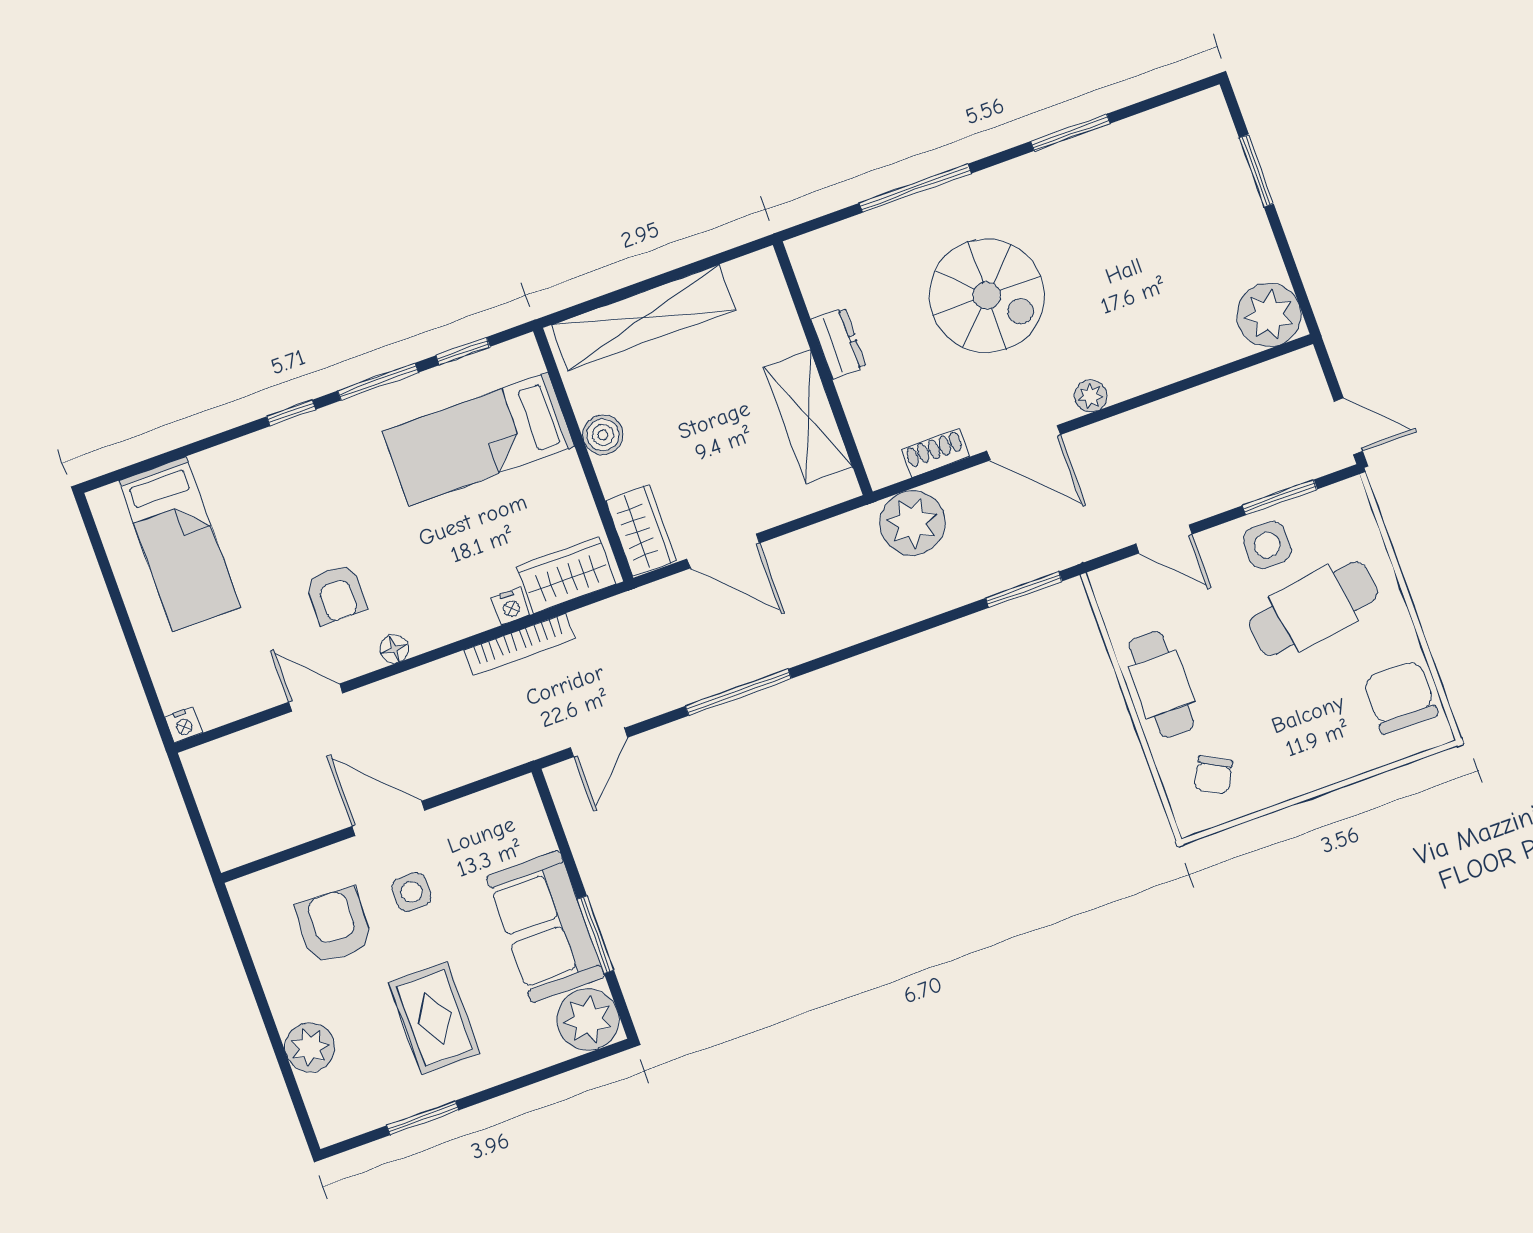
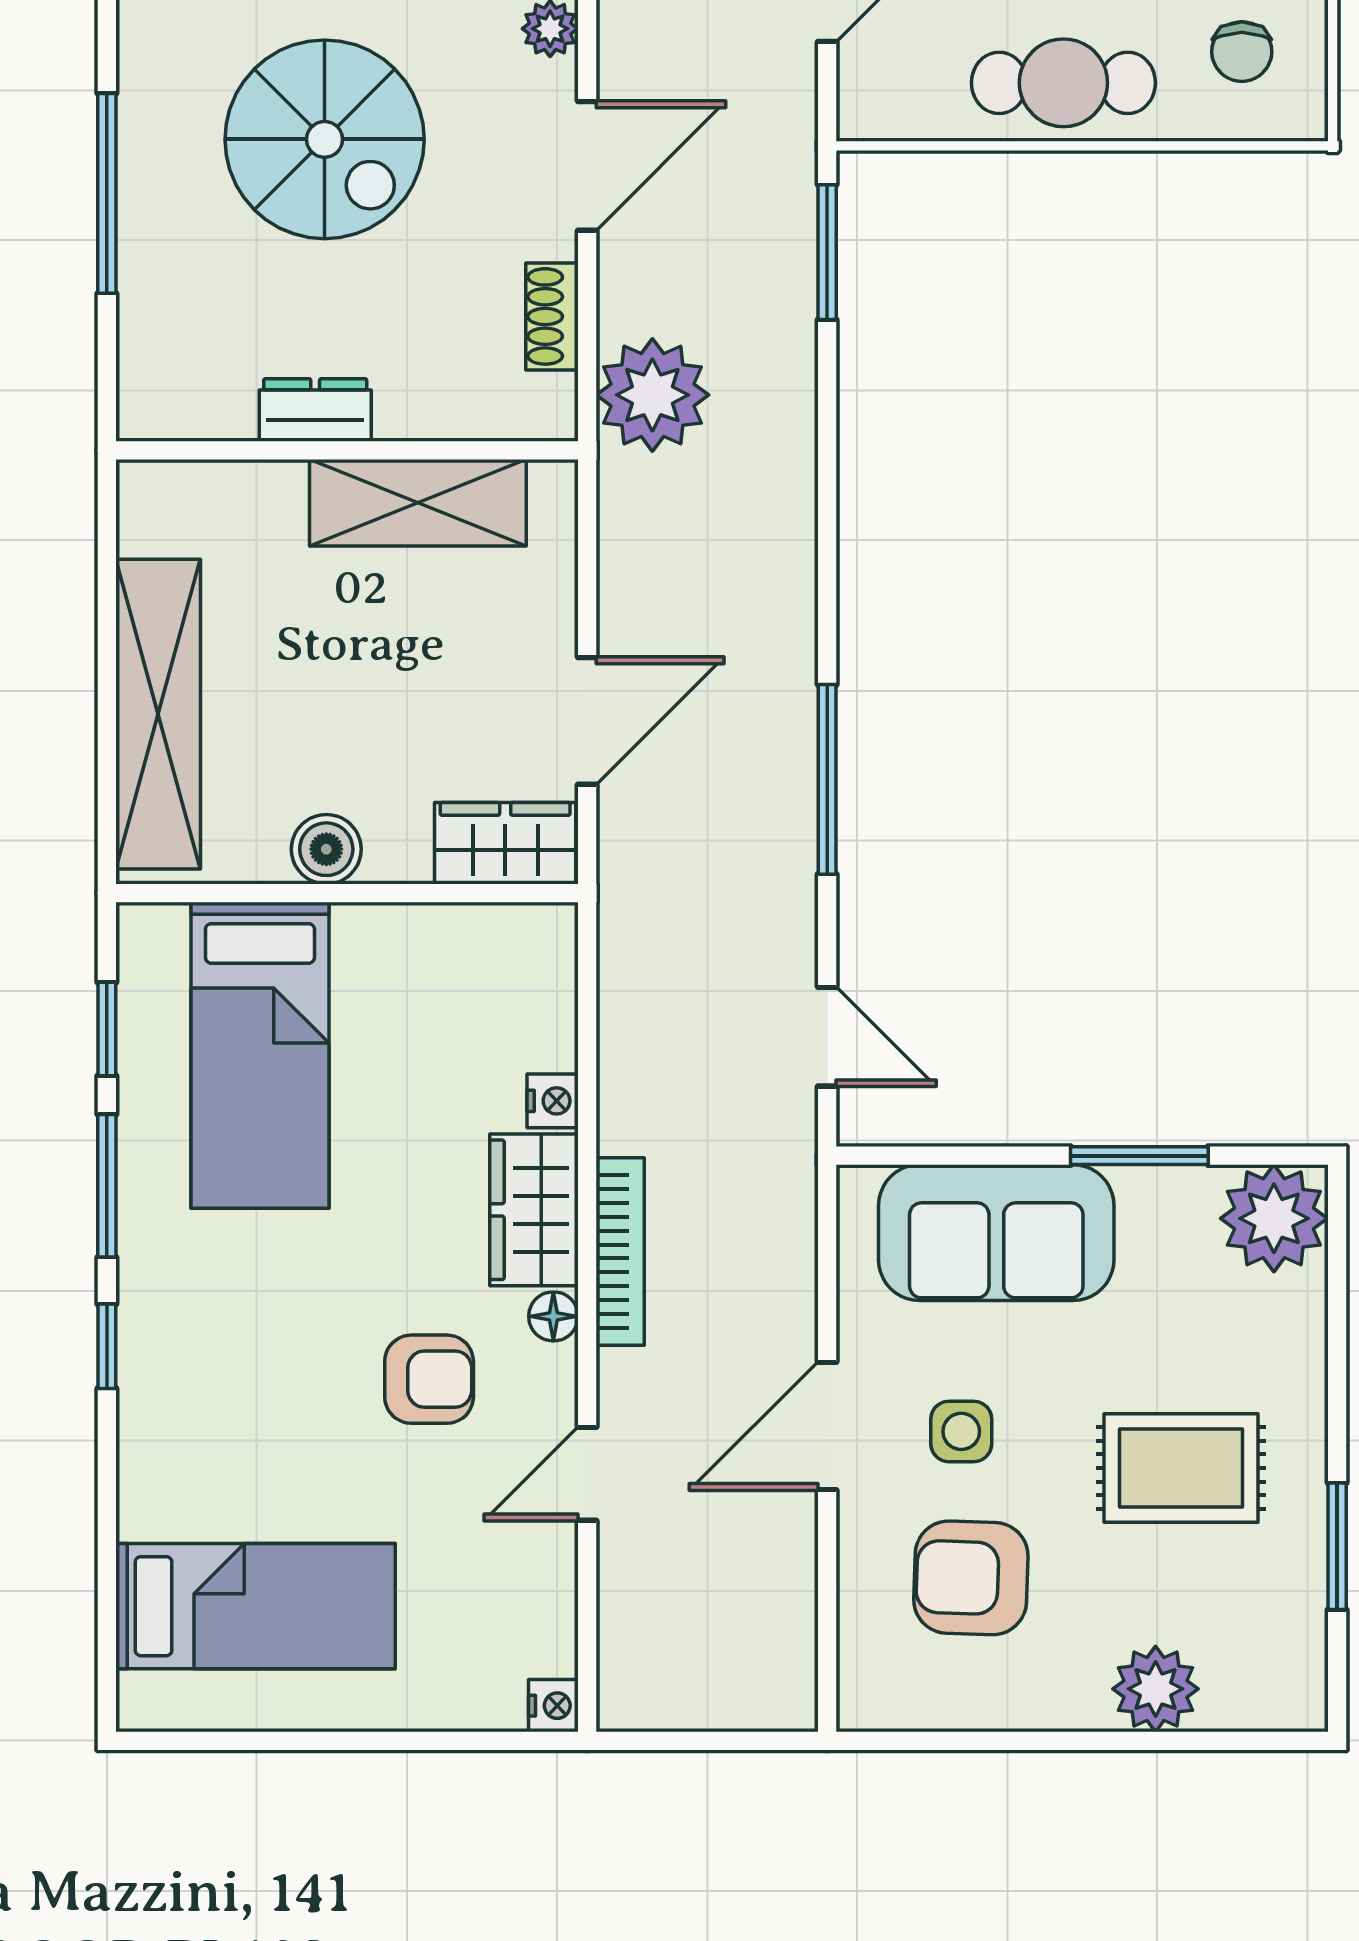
spiral stairs: (987, 296) -> (325, 139), turned 90
wardrobe: (566, 575) -> (534, 1210), moved
bookcase: (520, 644) -> (620, 1252), moved
chair: (1213, 775) -> (1242, 52), turned 61
sofa: (545, 927) -> (996, 1233), moved

